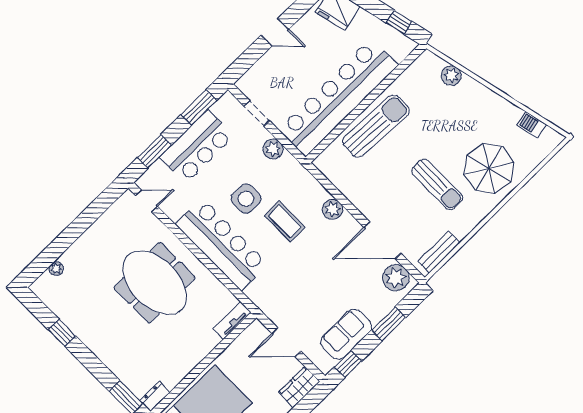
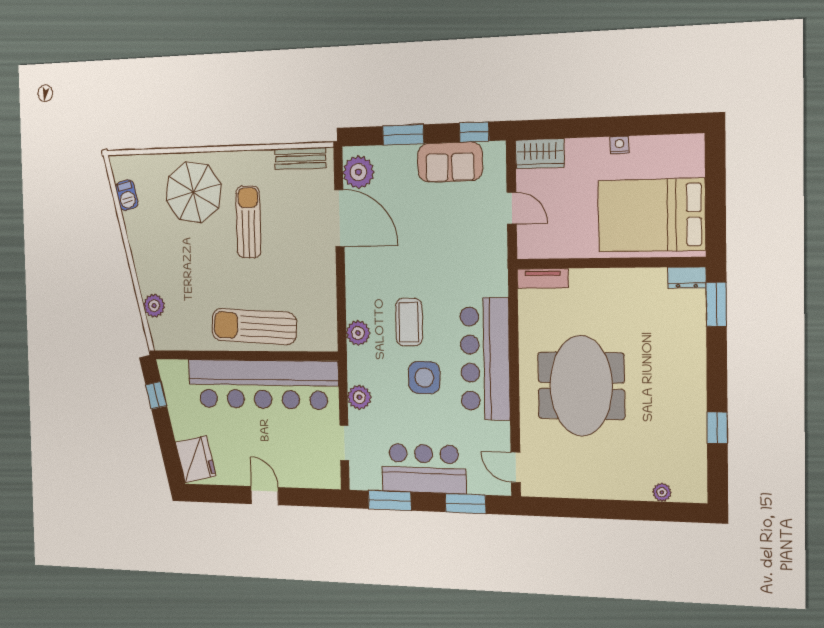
plant: (333, 209) -> (358, 333), moved
door: (286, 342) -> (512, 208), width x0.73

